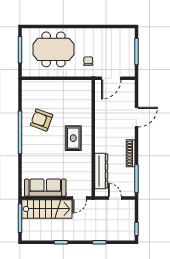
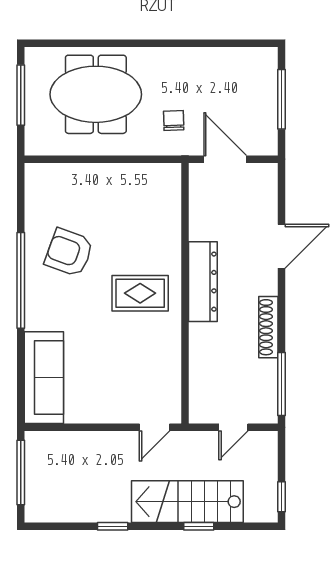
door: (111, 78) -> (225, 159), swing flipped
rug: (73, 138) -> (140, 293), turned 90
dresser: (101, 171) -> (203, 282), moved
sofa: (45, 188) -> (44, 378), moved, turned 90
door: (115, 198) -> (233, 427), swing flipped
stairs: (47, 209) -> (187, 502), moved, turned 180

